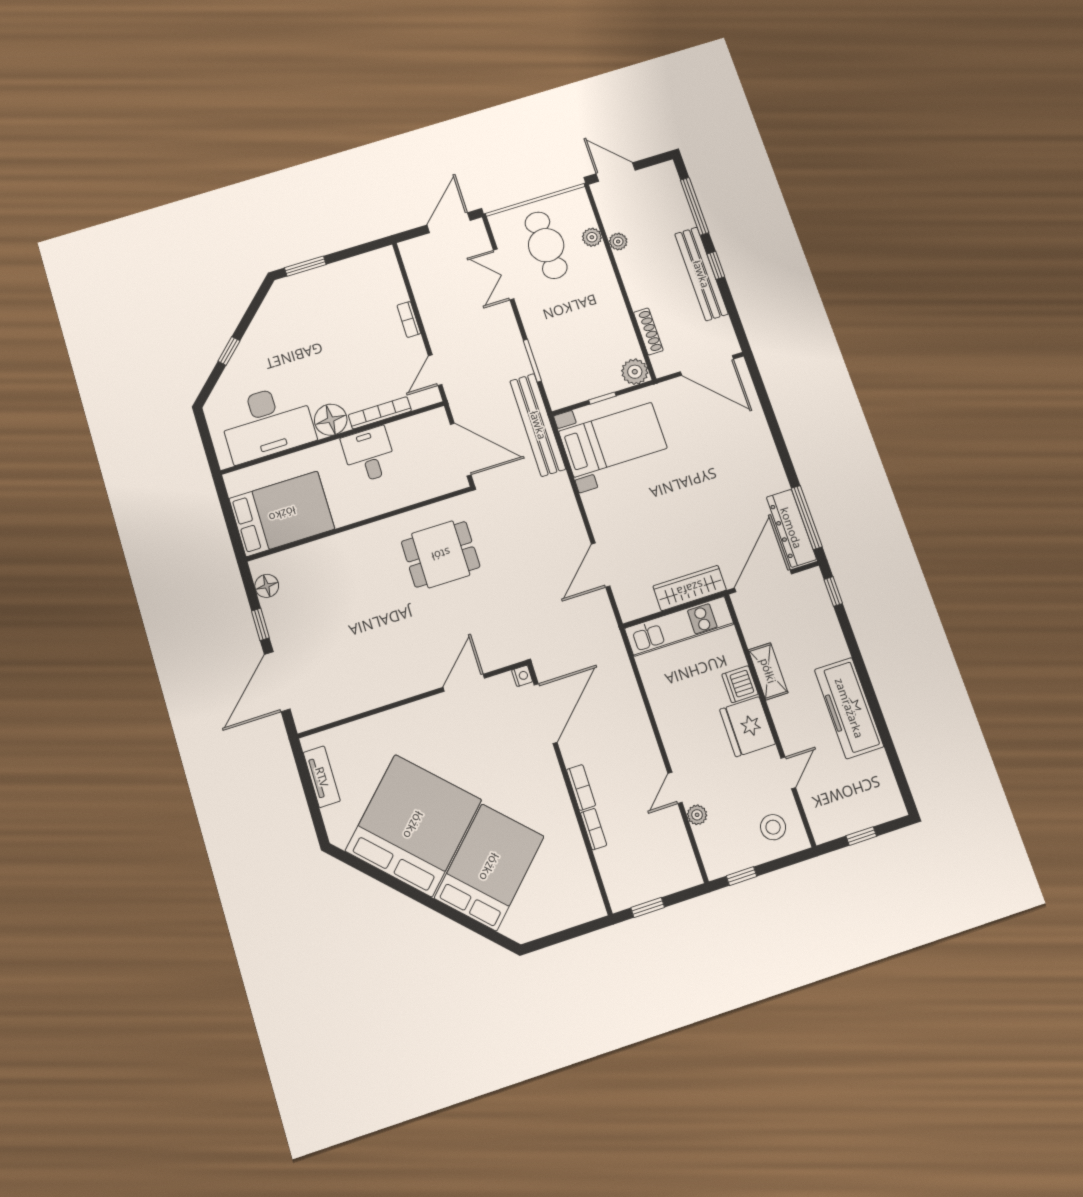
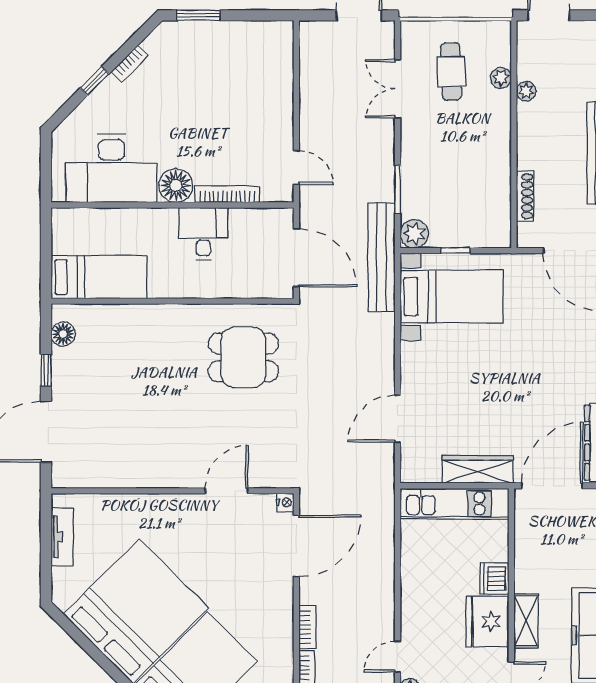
cafe table: (546, 245) -> (451, 72), width x0.73, depth x0.74
bookcase: (409, 319) -> (130, 64), moved, turned -135
door: (435, 370) -> (296, 168), swing flipped
plant: (635, 372) -> (414, 234), moved
bed: (282, 514) -> (99, 277), width x0.67
shelving: (768, 671) -> (526, 621), moved

